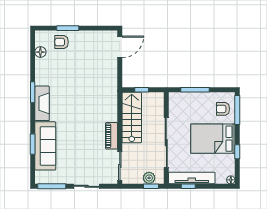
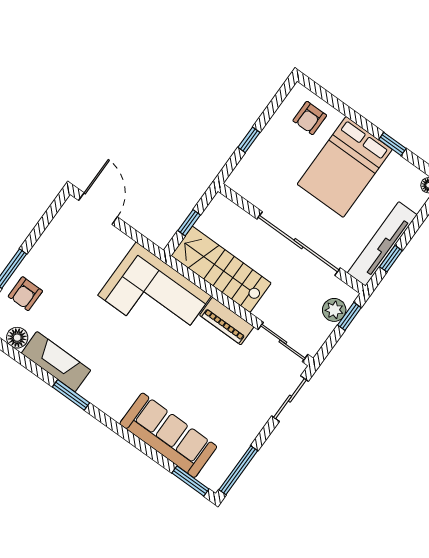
window: (195, 90) -> (249, 140), width x0.46
corner sofa: (100, 97) -> (154, 296), added
fireplace: (42, 103) -> (56, 362), moved
window: (237, 110) -> (328, 97), removed
window: (33, 144) -> (190, 481), moved
sliding door: (86, 186) -> (290, 399), moved

